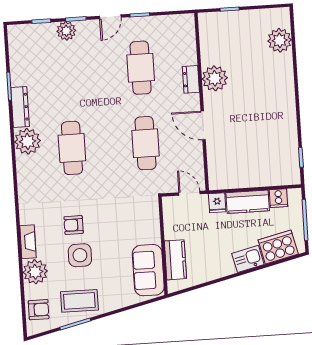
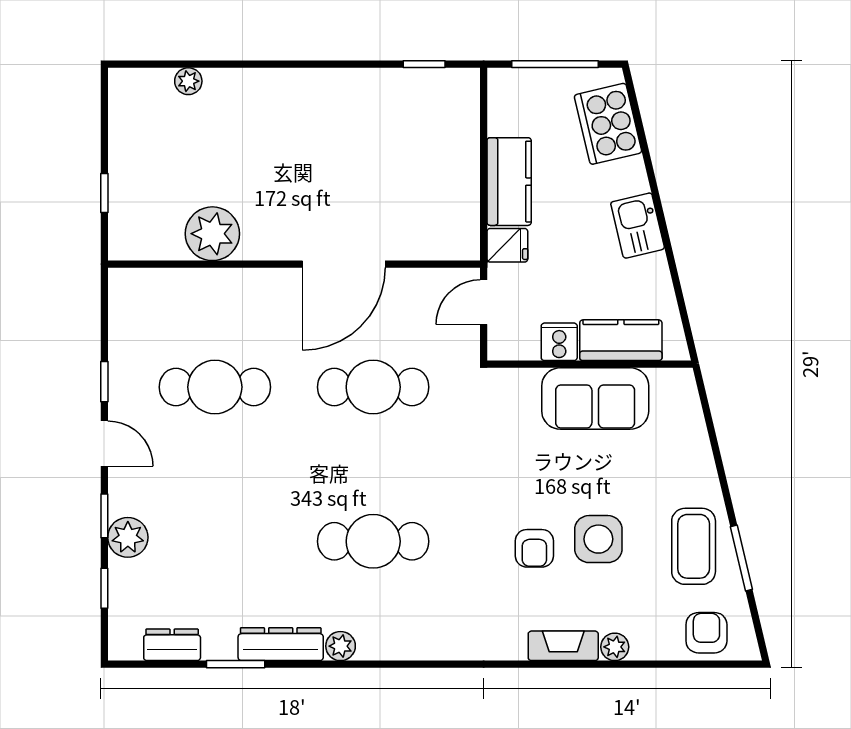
plant: (280, 40) -> (188, 81), width x0.53, depth x0.53
plant: (215, 78) -> (212, 234), moved
dresser: (191, 79) -> (172, 645), moved, turned 180
door: (203, 125) -> (344, 264), width x1.36
plant: (28, 141) -> (341, 646), width x0.53, depth x0.53
cooker: (278, 198) -> (559, 342), moved, turned -90
kitchen sink: (248, 259) -> (638, 226), moved
sofa: (148, 270) -> (595, 398), moved
plant: (35, 272) -> (615, 647), width x0.53, depth x0.53

